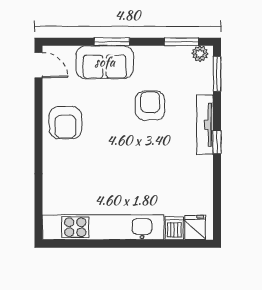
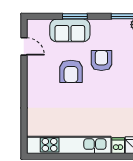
door: (38, 65) -> (24, 46), moved
armchair: (65, 123) -> (71, 71), moved

